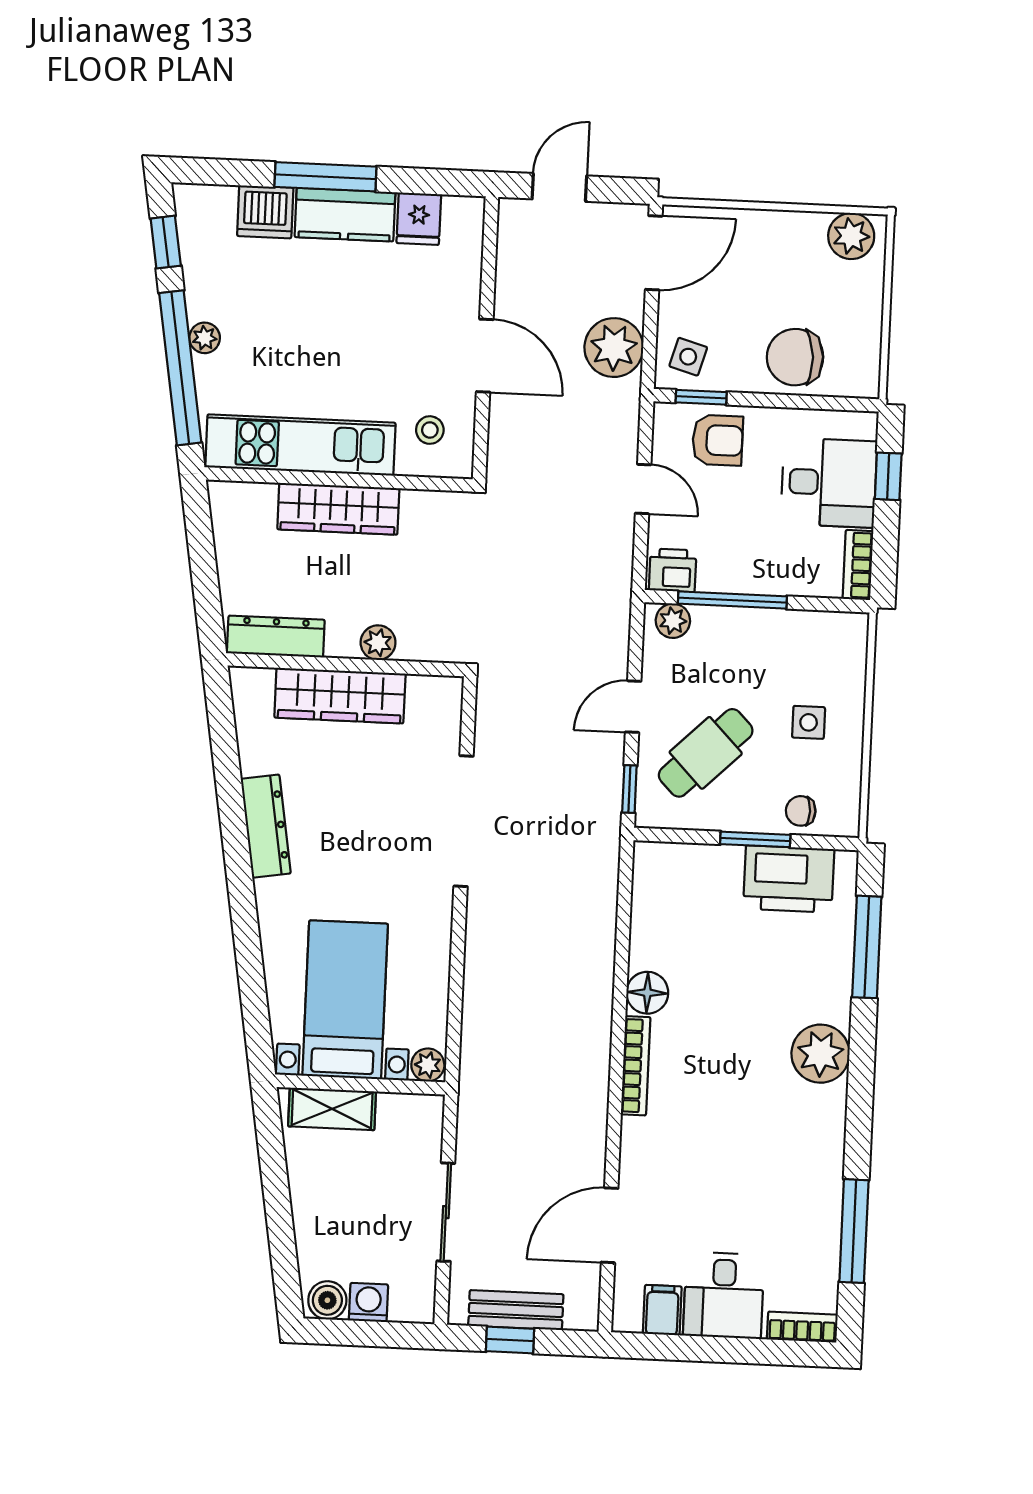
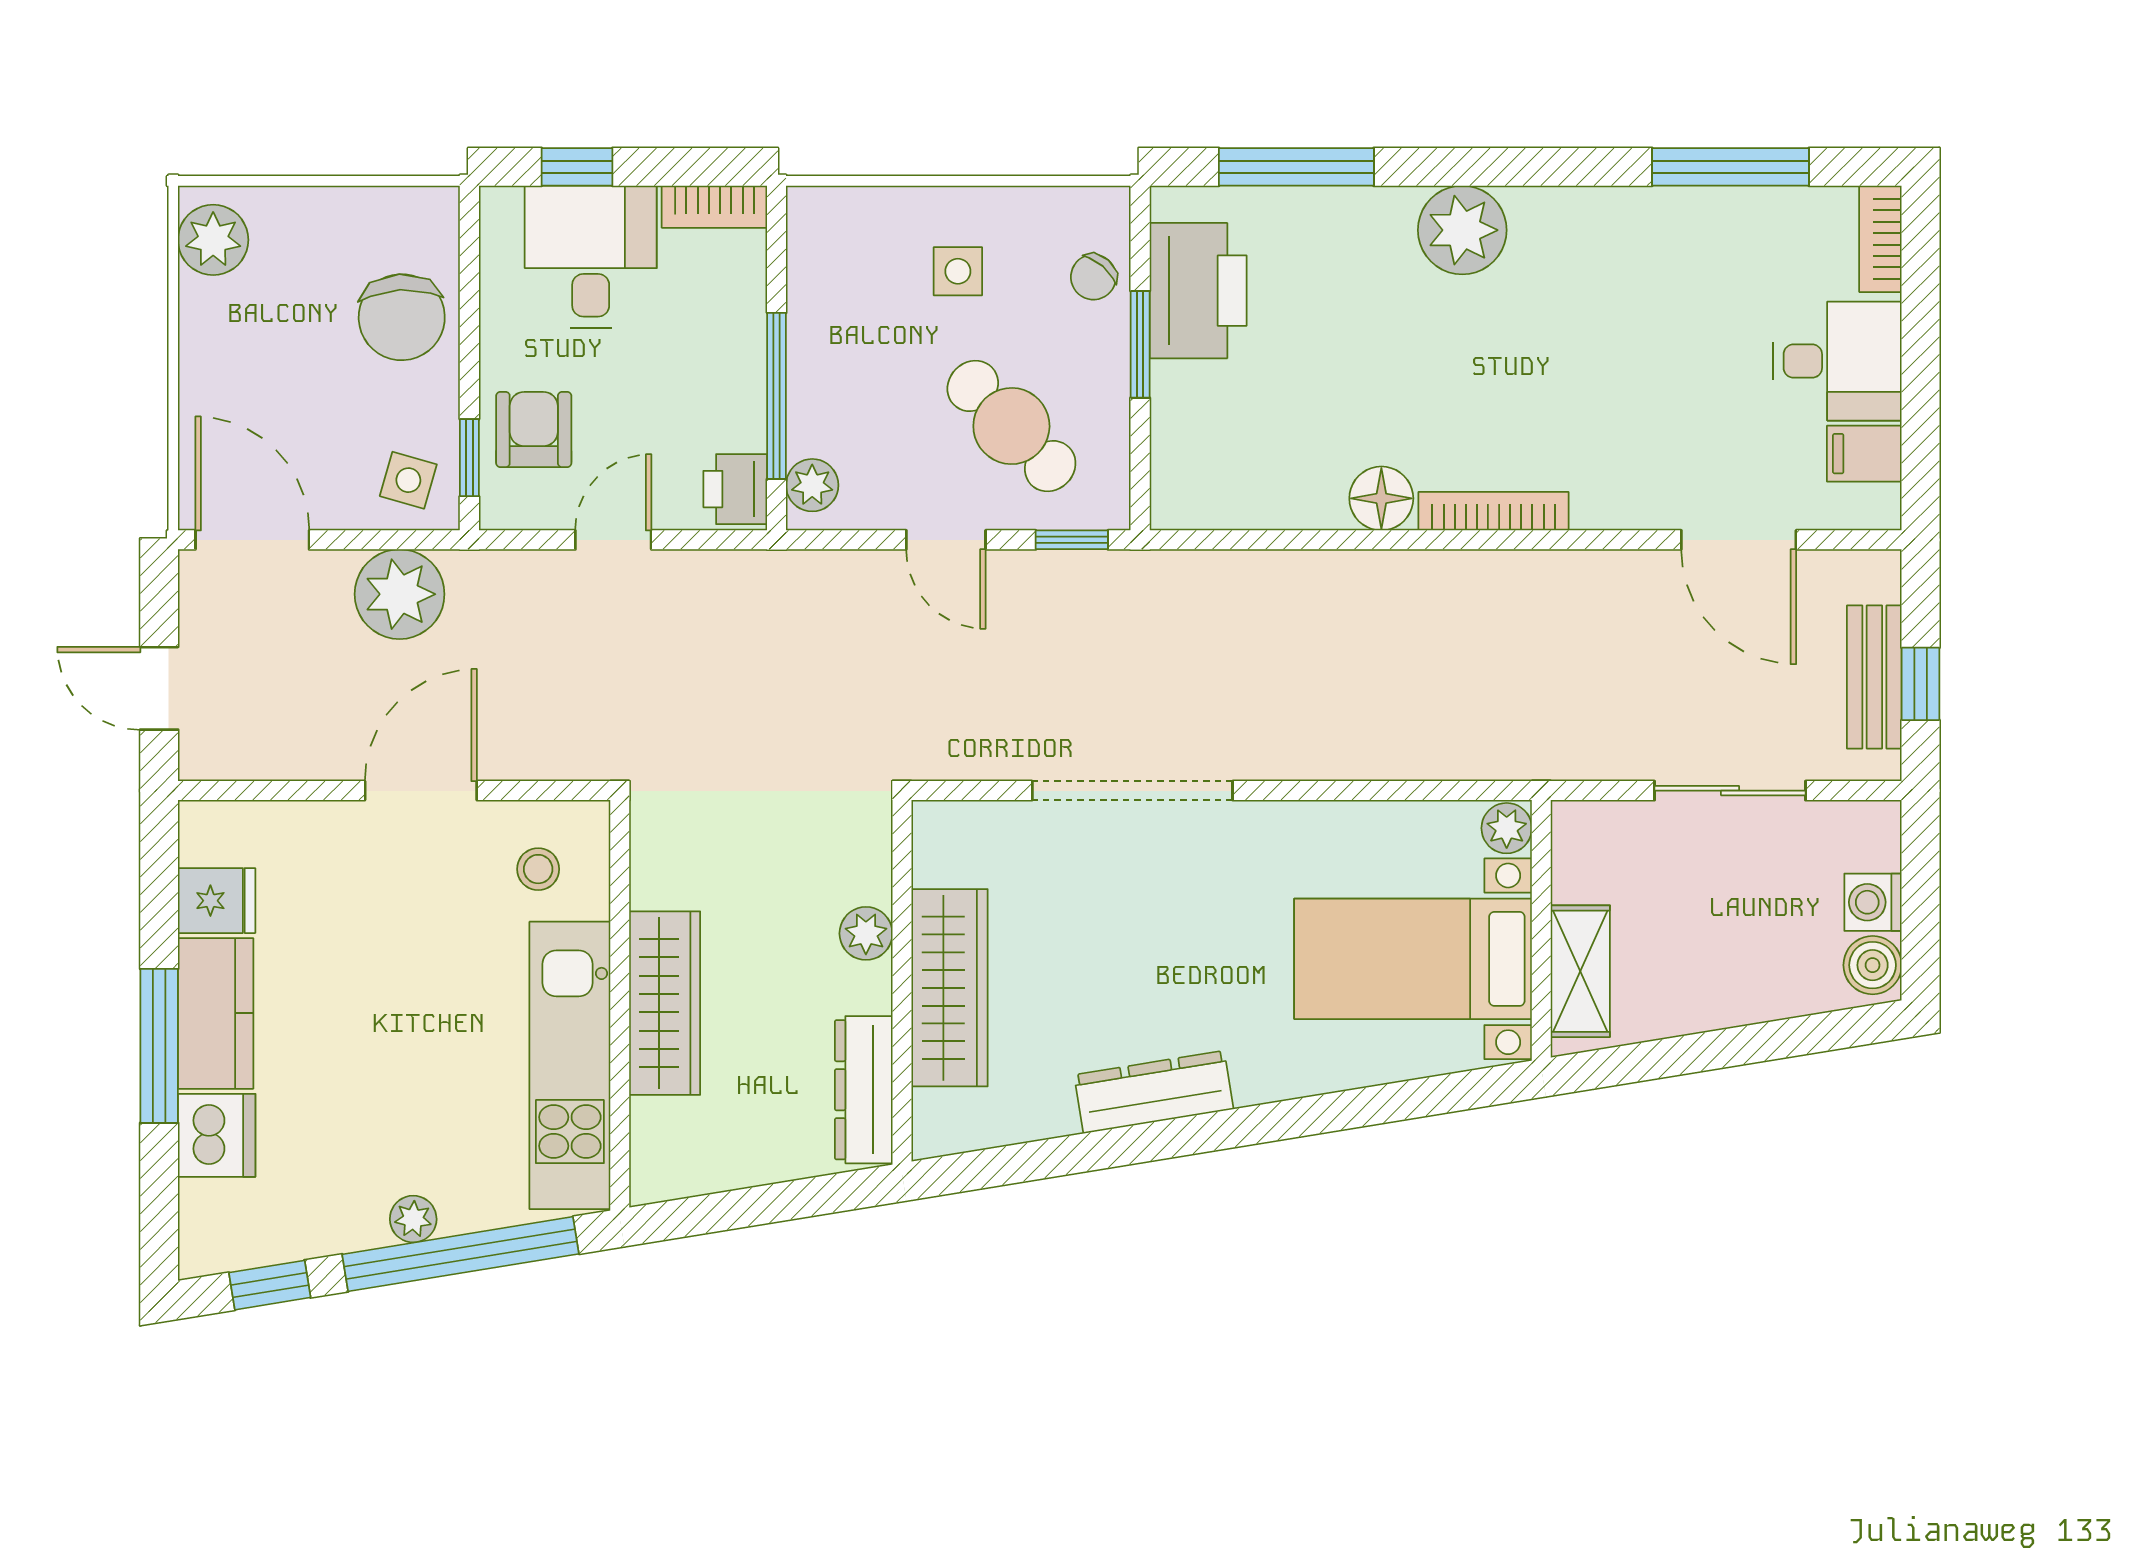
chair: (801, 811) -> (1093, 277), turned 41

